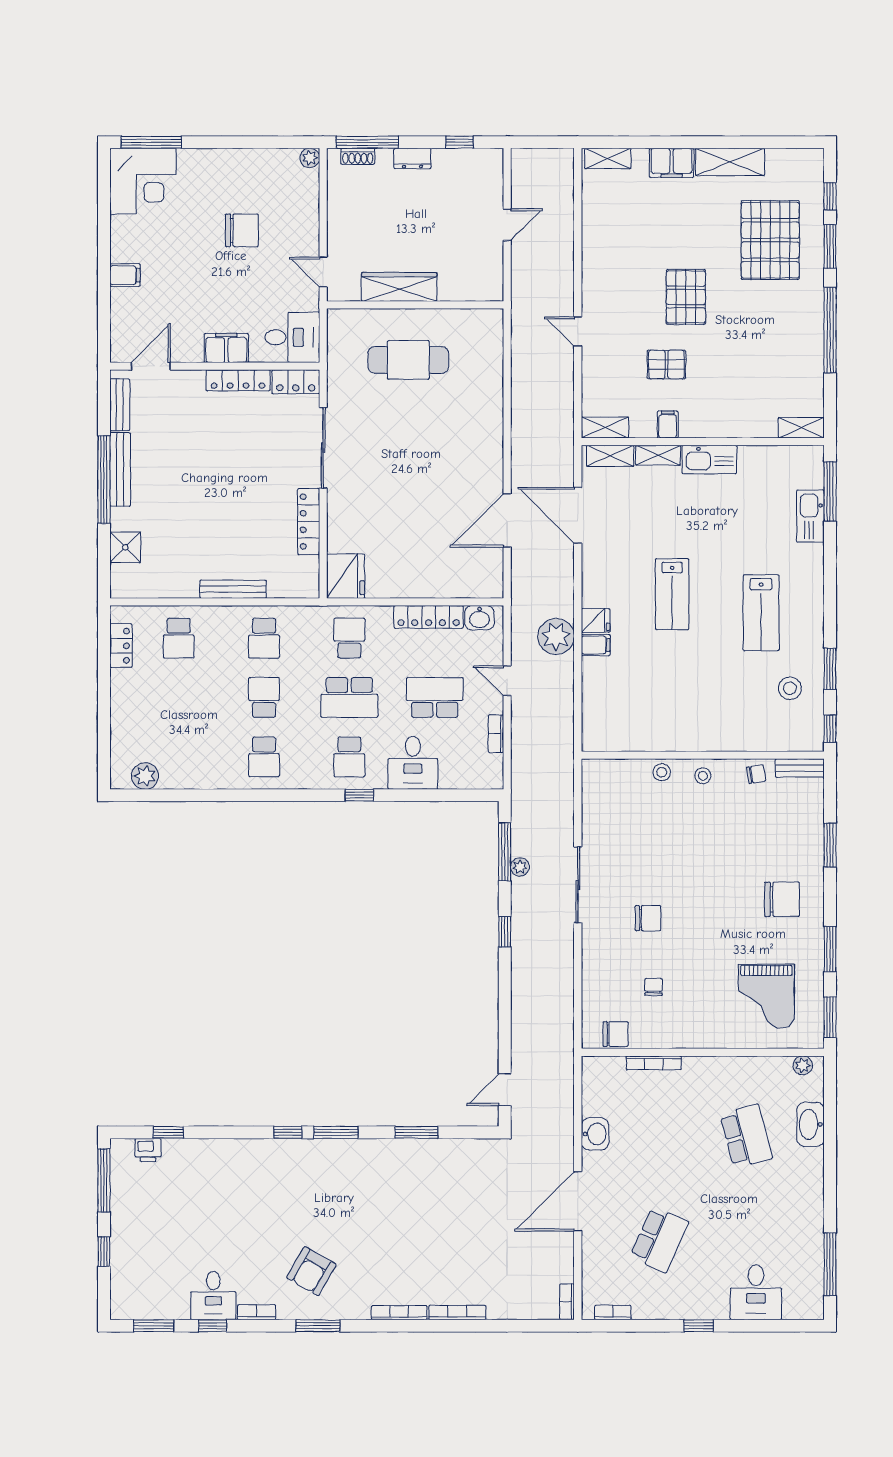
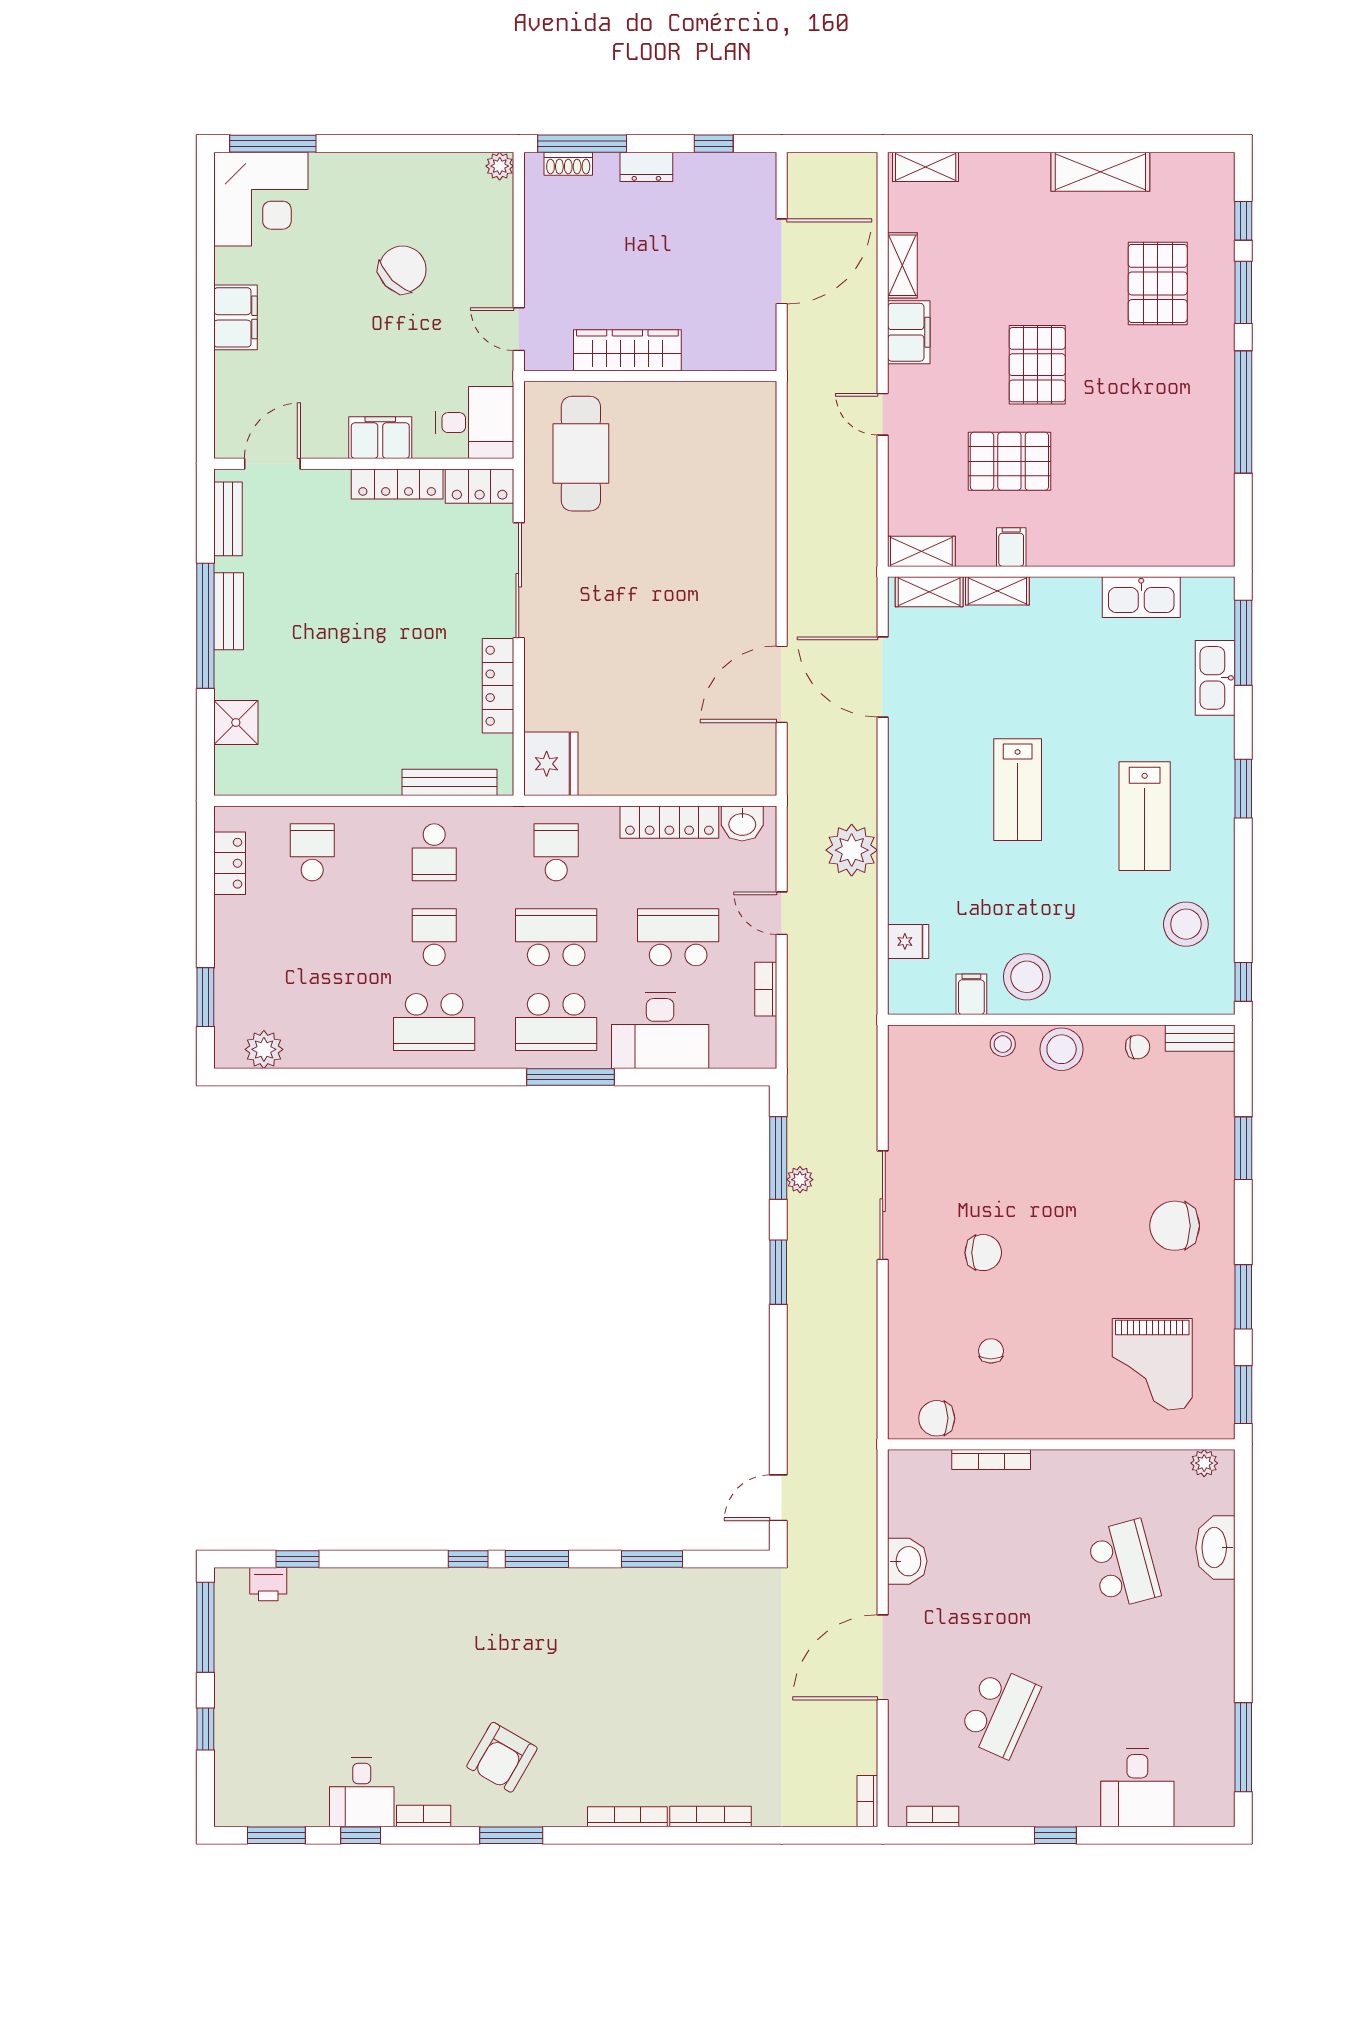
filing cabinet: (672, 163) -> (909, 332), moved, turned -90
door: (507, 225) -> (782, 261), width x1.87
chair: (242, 230) -> (402, 269), turned -45
pallet: (770, 240) -> (1158, 283), width x0.73, depth x0.71
filing cabinet: (125, 275) -> (235, 317), width x2.00
cafe table: (408, 360) -> (581, 454), moved, turned 90
pallet: (666, 364) -> (1009, 461), width x1.50, depth x1.42
shelving: (801, 428) -> (902, 265), moved, turned 90
kitchen sink: (709, 460) -> (1141, 597), moved
bench: (120, 469) -> (229, 611), width x0.73
bench: (233, 589) -> (450, 782), moved
fridge: (596, 621) -> (908, 941), moved
school desk: (179, 638) -> (312, 852), turned 180
filing cabinet: (596, 645) -> (971, 994), moved, turned -90
window: (830, 669) -> (1243, 789), moved
stool: (790, 688) -> (1186, 924), width x1.38, depth x1.38
school desk: (349, 697) -> (556, 937), turned 180
stool: (679, 725) -> (1027, 977), added
window: (104, 739) -> (205, 997), added
school desk: (264, 757) -> (434, 1022), width x1.85
school desk: (349, 757) -> (556, 1022), width x1.85
desk: (413, 763) -> (660, 1030), width x1.37
stool: (703, 776) -> (1062, 1049), width x1.89, depth x1.89
window: (359, 795) -> (570, 1077), width x2.17
chair: (782, 899) -> (1175, 1226), turned 180
window: (505, 932) -> (778, 1272), width x1.50
chair: (616, 1034) -> (937, 1418), turned 180

